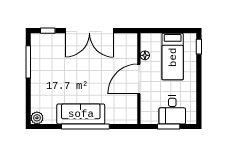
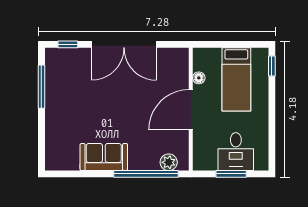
sofa: (81, 114) -> (104, 157), width x0.73
plant: (37, 118) -> (169, 162), moved
window: (85, 127) -> (146, 174), moved

